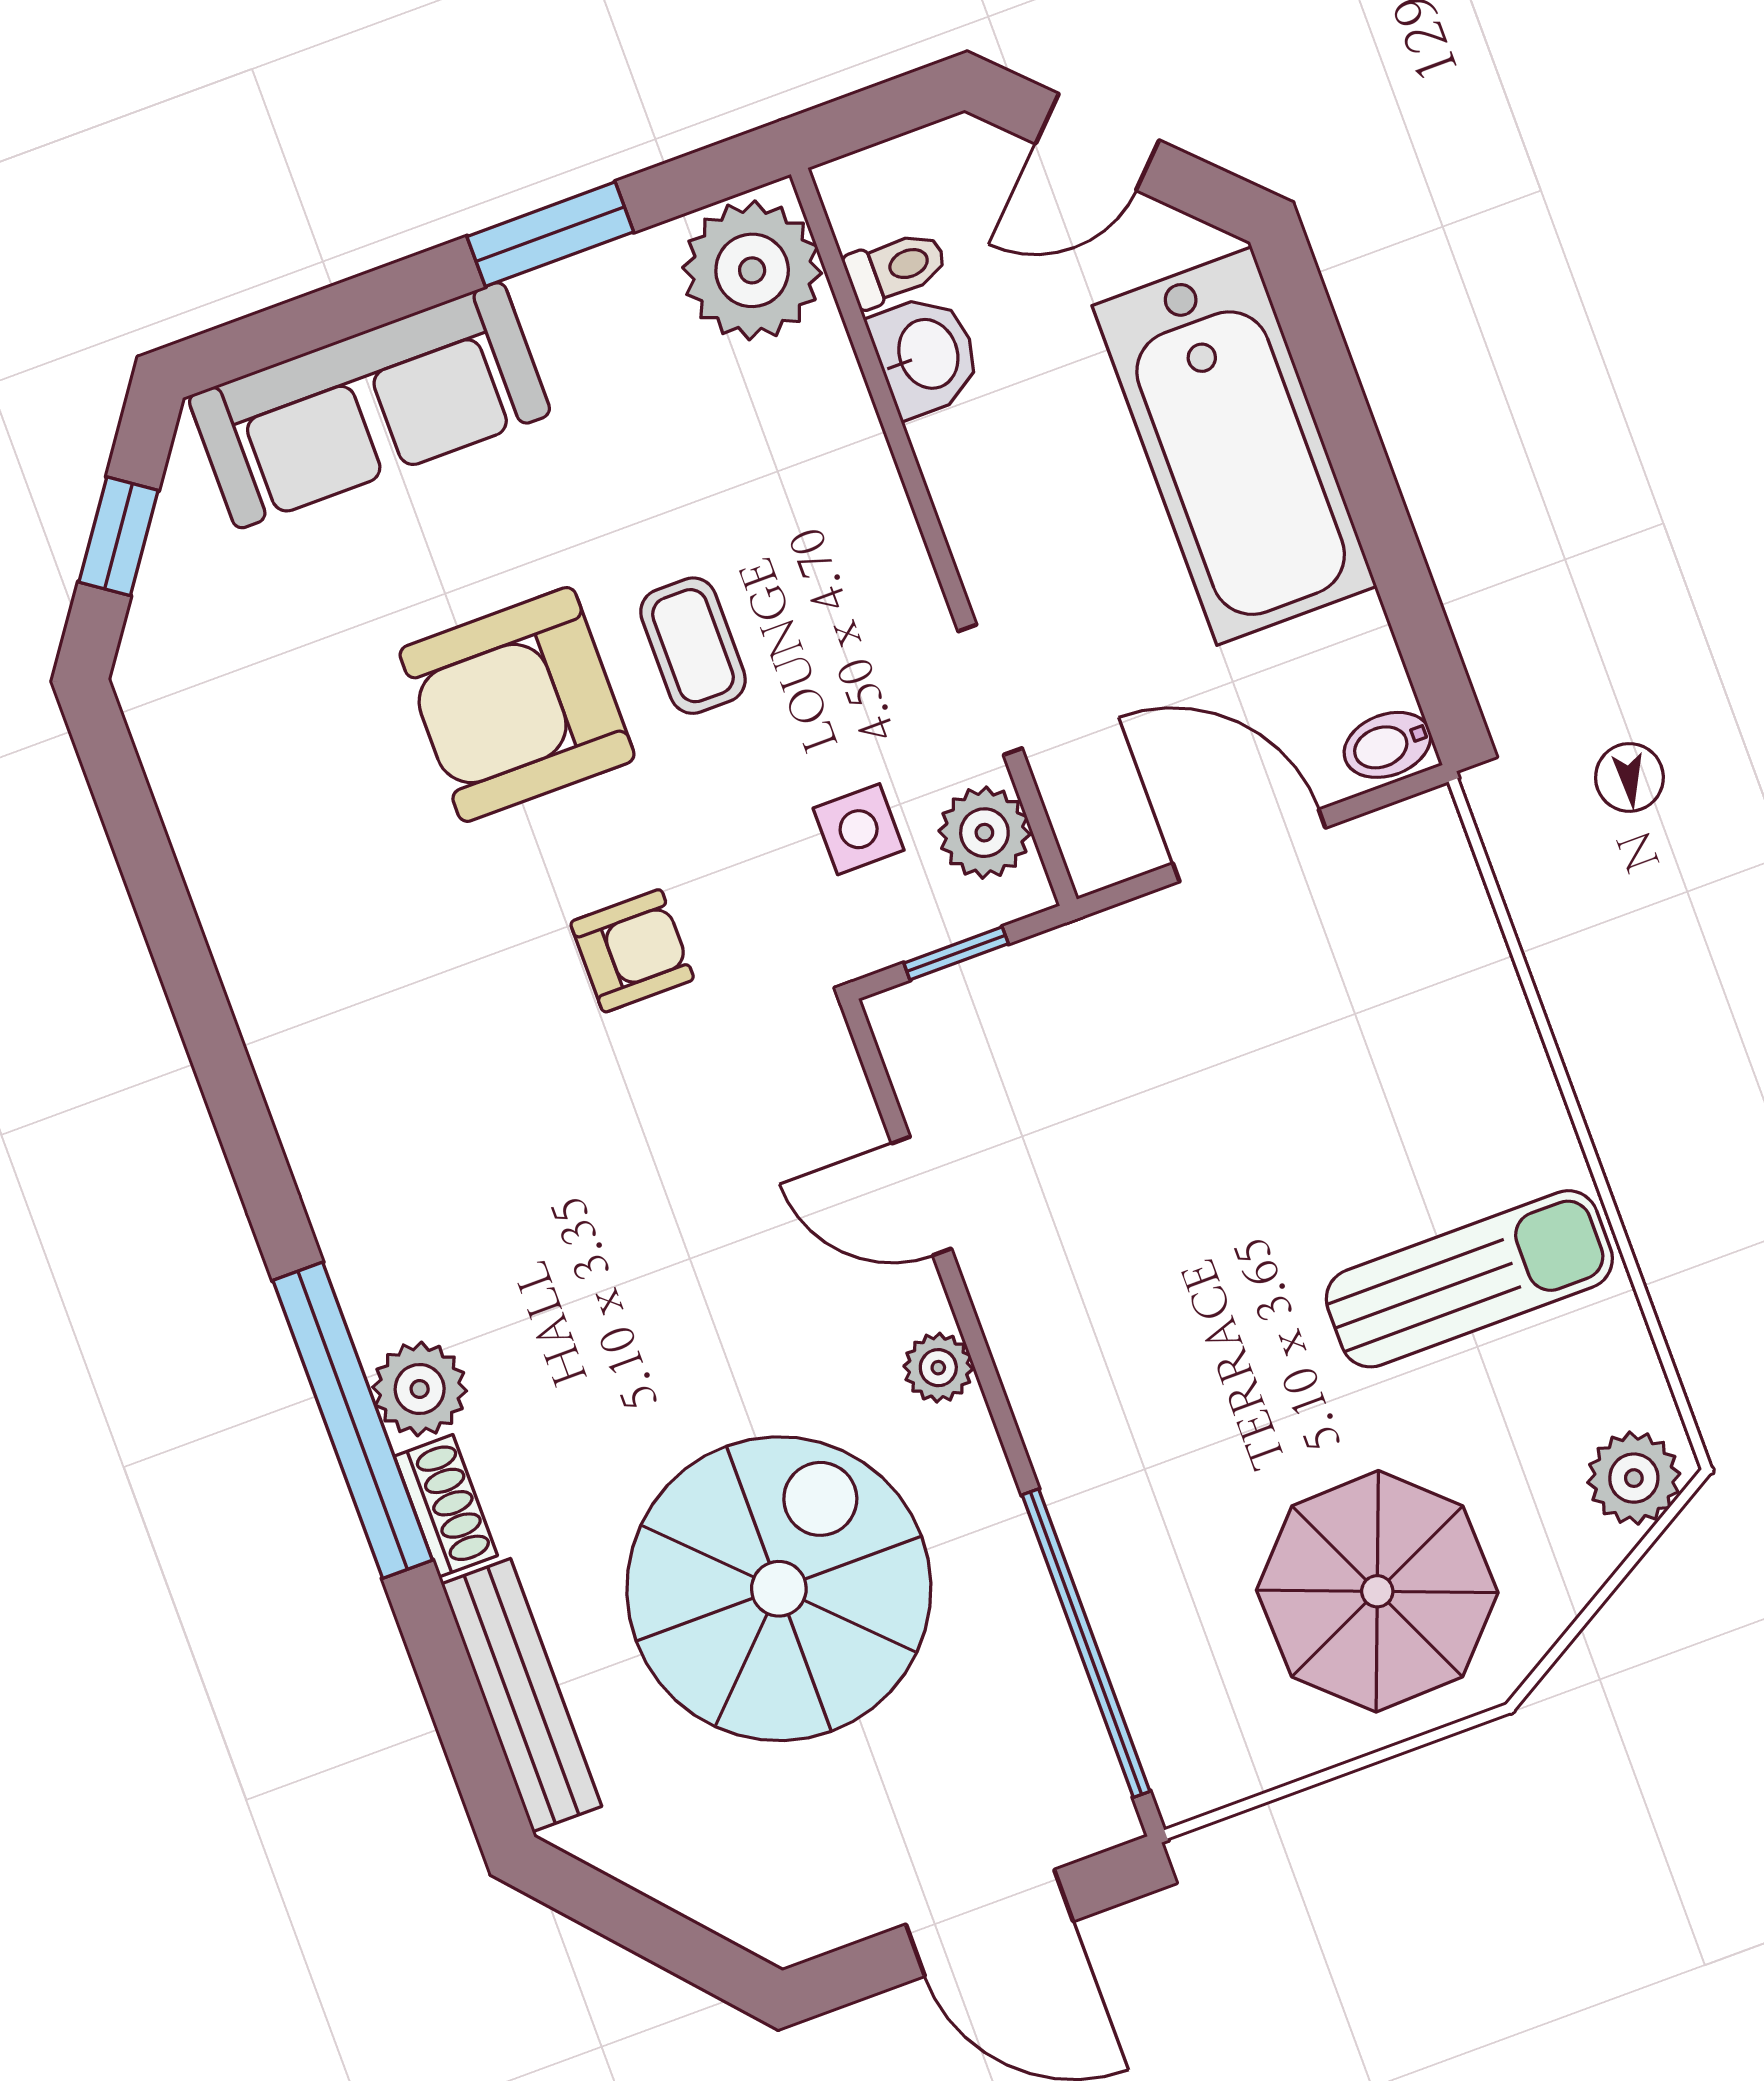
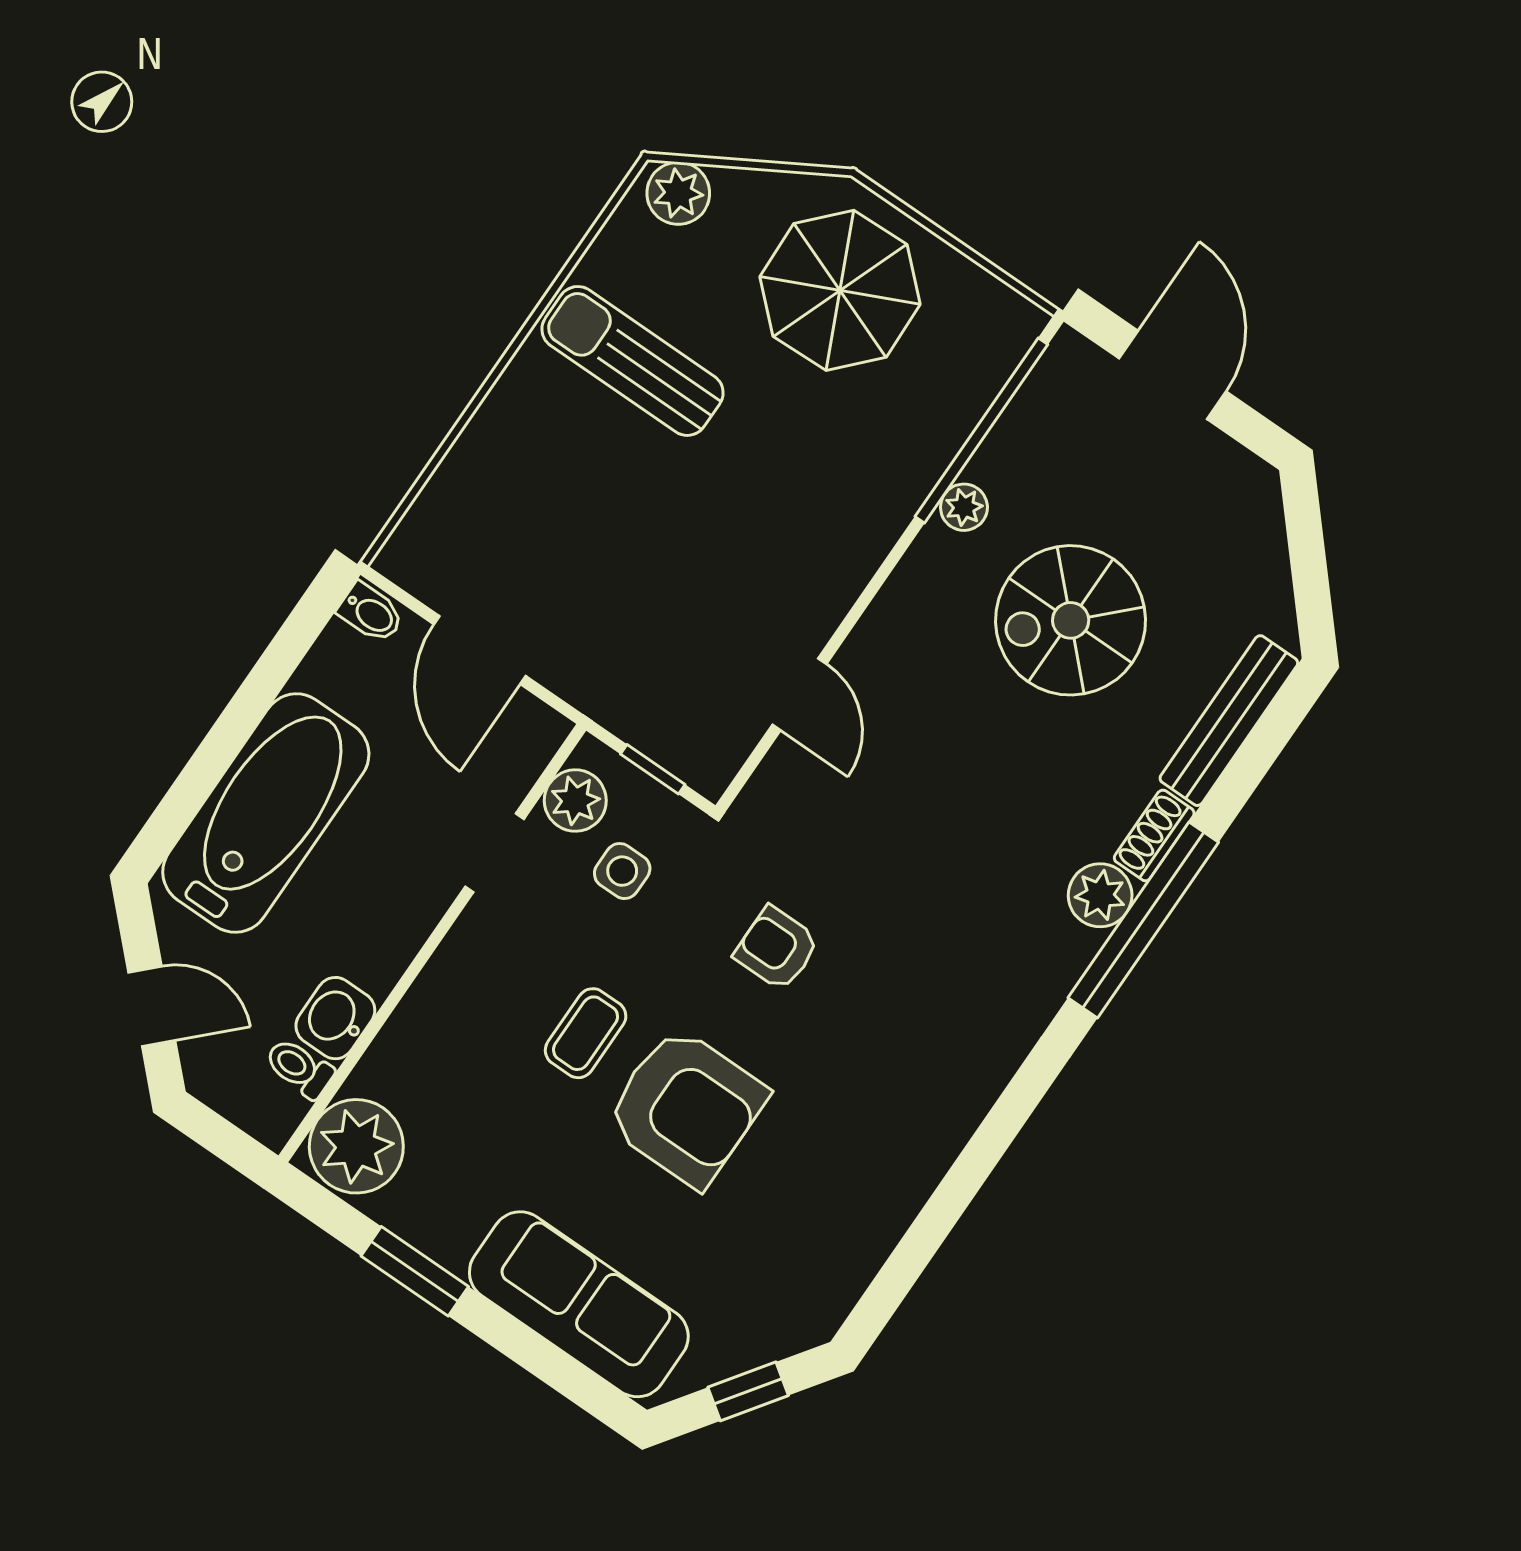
plant: (938, 1368) -> (964, 507), moved
spiral stairs: (779, 1589) -> (1071, 620), width x0.73, depth x0.73

